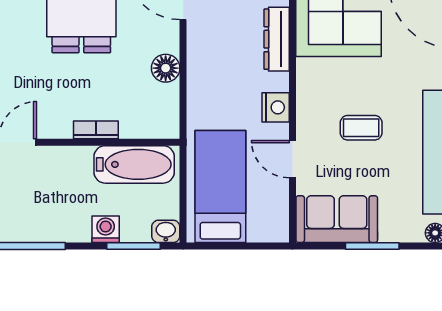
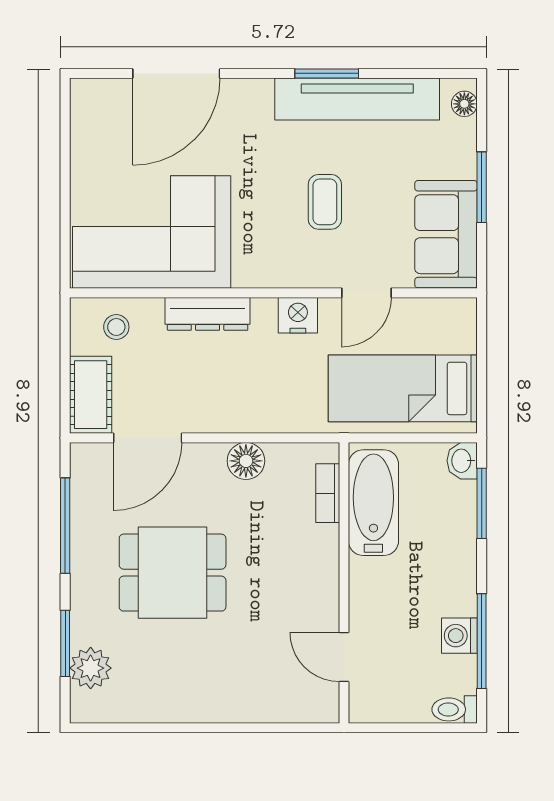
bookcase: (96, 130) -> (328, 493), moved
washing machine: (106, 229) -> (459, 636), moved

